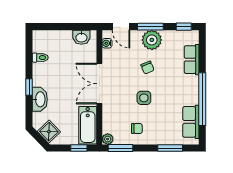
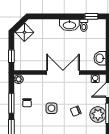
window: (29, 87) -> (91, 16), moved
washbasin: (40, 99) -> (69, 25), moved
bathtub: (88, 125) -> (30, 63), removed
window: (120, 148) -> (11, 103), moved

